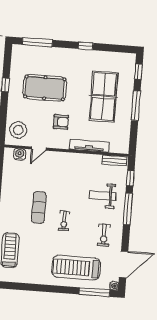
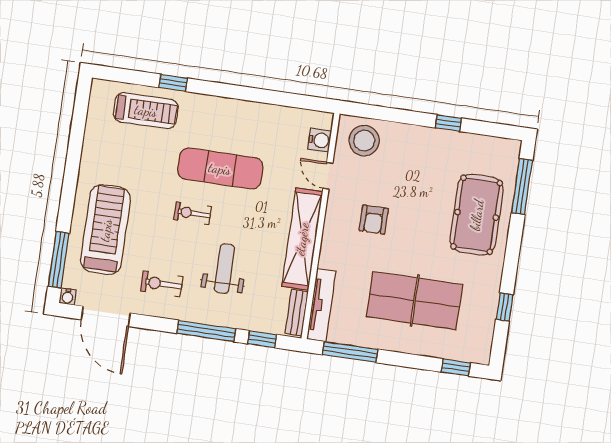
window: (86, 46) -> (504, 307), moved
pool table: (45, 88) -> (477, 215), moved
window: (136, 106) -> (350, 352), moved
tv unit: (89, 146) -> (321, 305), moved
shelving: (74, 160) -> (302, 239), added
weight bench: (102, 196) -> (224, 269), moved
exercise mat: (39, 207) -> (220, 169), width x1.36, depth x1.45

